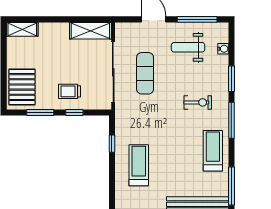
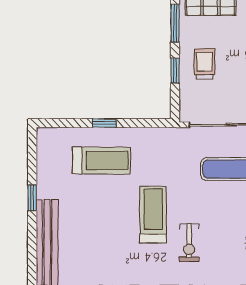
window: (112, 144) -> (104, 123), moved
treadmill: (213, 151) -> (153, 215), moved, turned -90

